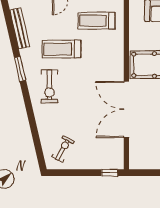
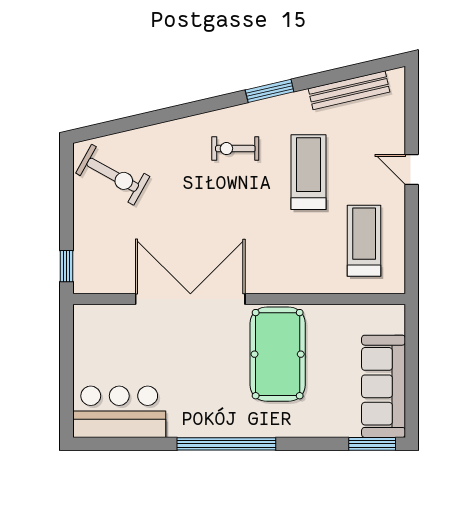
exercise bike: (49, 86) -> (235, 149), width x0.73, depth x0.72
exercise bike: (63, 149) -> (113, 175), width x1.38, depth x1.39

